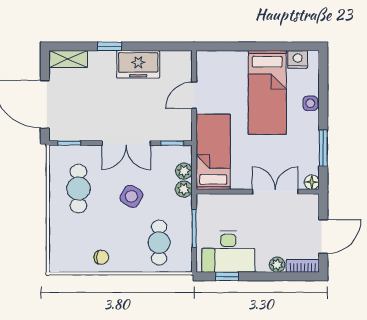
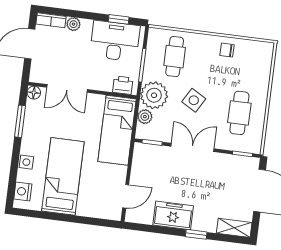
nightstand: (298, 59) -> (23, 191), moved, turned 90
door: (194, 95) -> (126, 196), moved
plant: (184, 189) -> (154, 95), width x1.87, depth x1.87
printer: (213, 203) -> (123, 85), added

